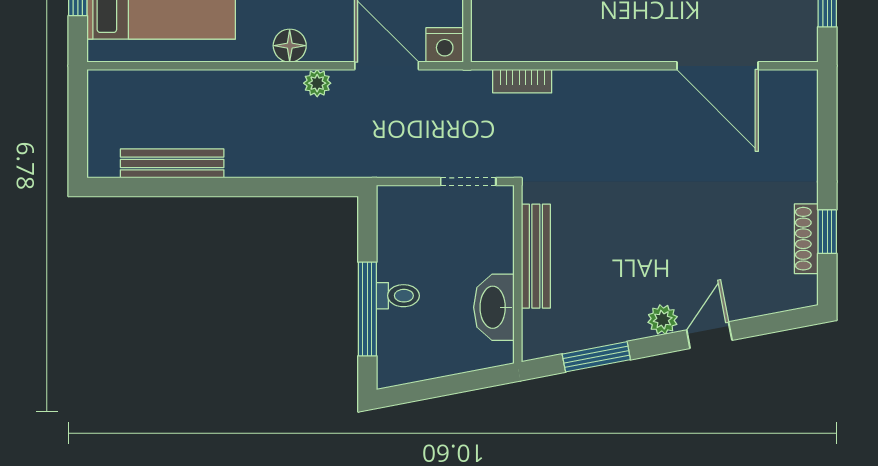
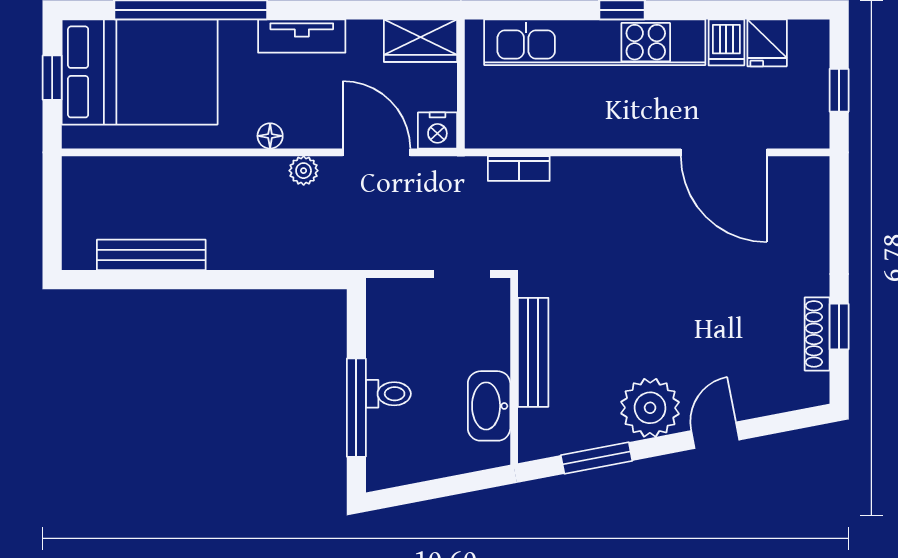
floor lamp: (290, 46) -> (270, 136), width x0.73, depth x0.73
plant: (663, 320) -> (650, 408), width x1.87, depth x1.87

